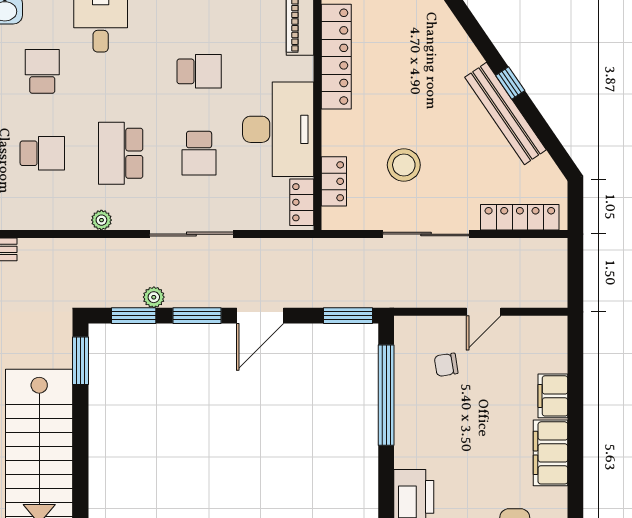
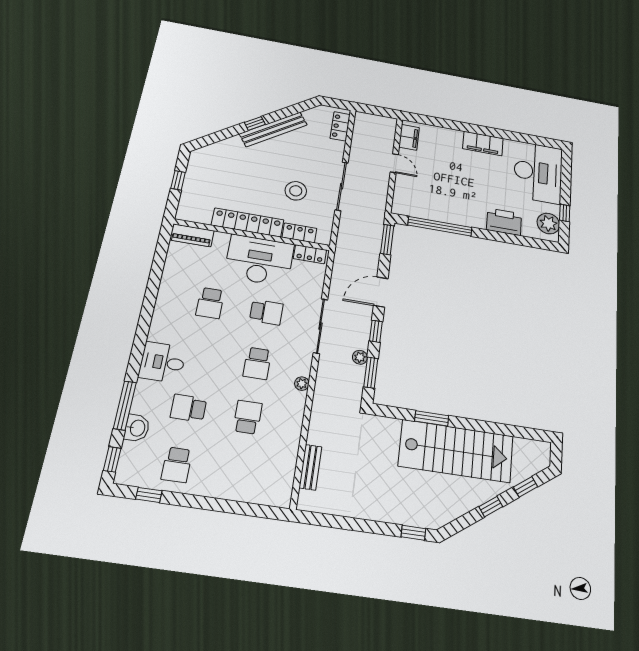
locker: (336, 57) -> (248, 223), moved
school desk: (199, 71) -> (210, 303), turned 180
school desk: (121, 153) -> (257, 363), width x0.54
locker: (520, 217) -> (340, 126), width x0.66
window: (197, 316) -> (376, 331), width x0.67
door: (260, 316) -> (381, 292), swing flipped
window: (80, 361) -> (432, 418), moved
chair: (446, 365) -> (425, 190), removed
filing cabinet: (553, 396) -> (409, 137), moved, turned -90

